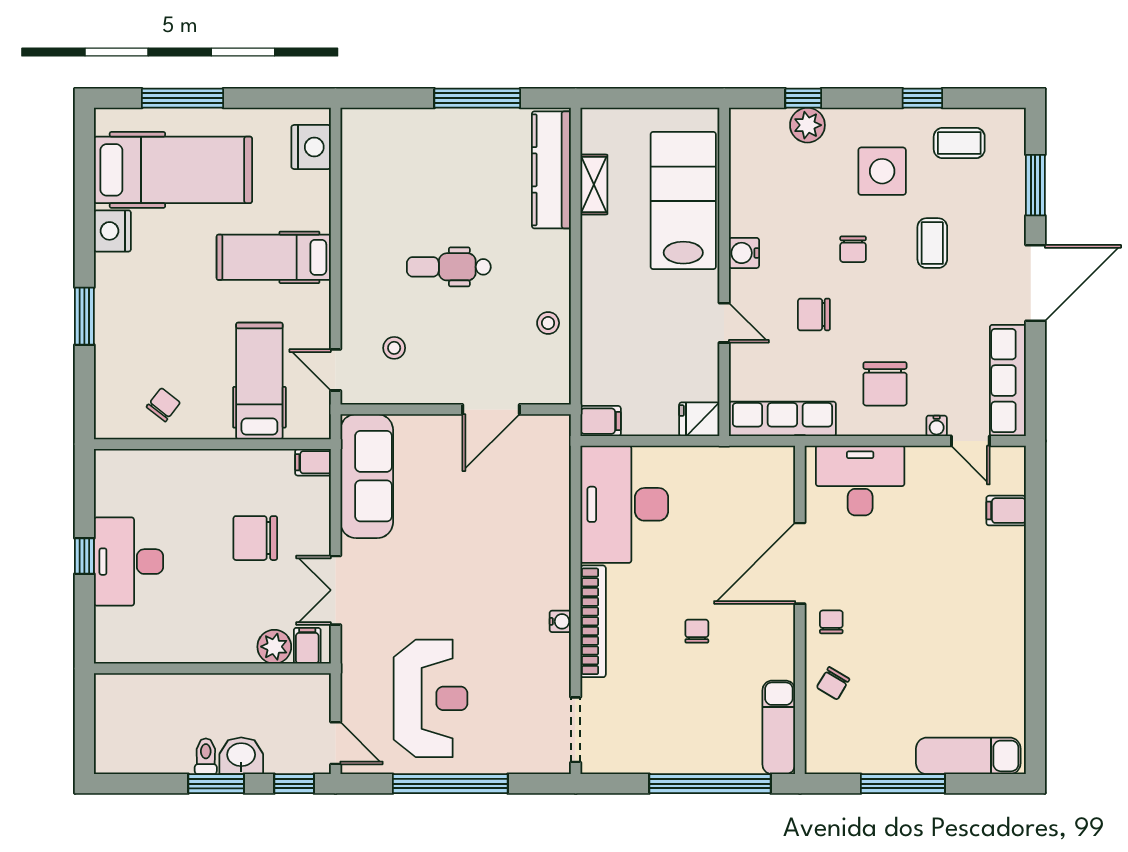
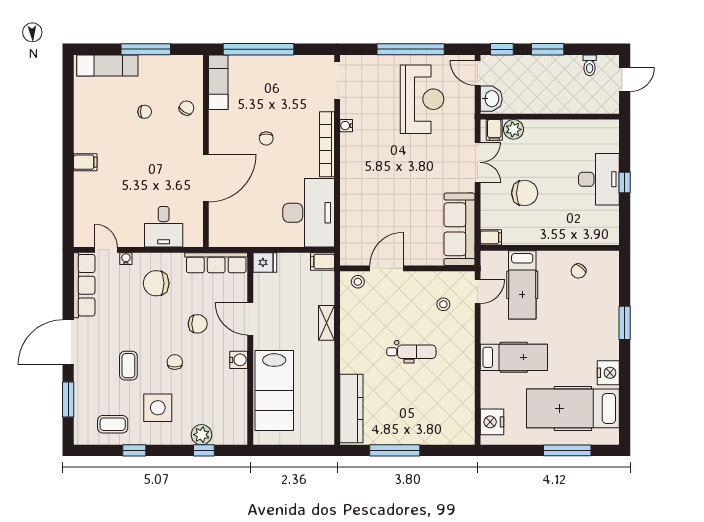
shelving: (594, 184) -> (326, 323), moved
stool: (548, 323) -> (358, 282), moved
door: (724, 323) -> (250, 319), width x1.38
door: (336, 370) -> (478, 291), hinge flipped
chair: (885, 384) -> (156, 283), turned -90
desk: (860, 481) -> (164, 227), width x0.73
filing cabinet: (1006, 511) -> (85, 162), moved
water cooler: (560, 621) -> (346, 126), moved
chair: (831, 622) -> (145, 112), moved, turned -90
reception desk: (430, 698) -> (422, 99), turned 180
door: (84, 732) -> (625, 79), added
toilet: (206, 756) -> (590, 65), moved
washbasin: (241, 756) -> (491, 99), moved, turned -90

